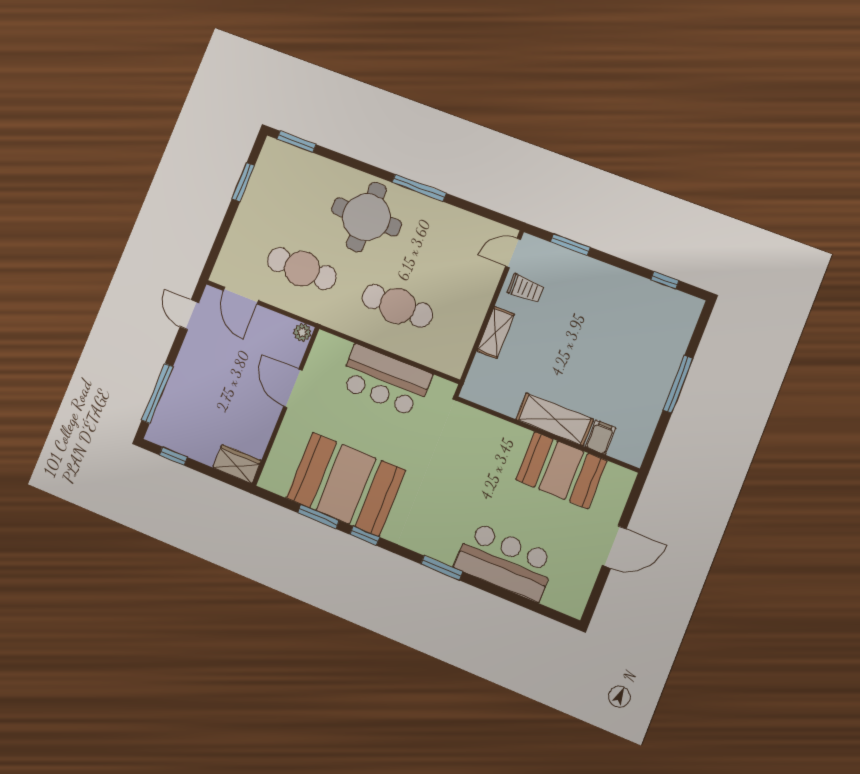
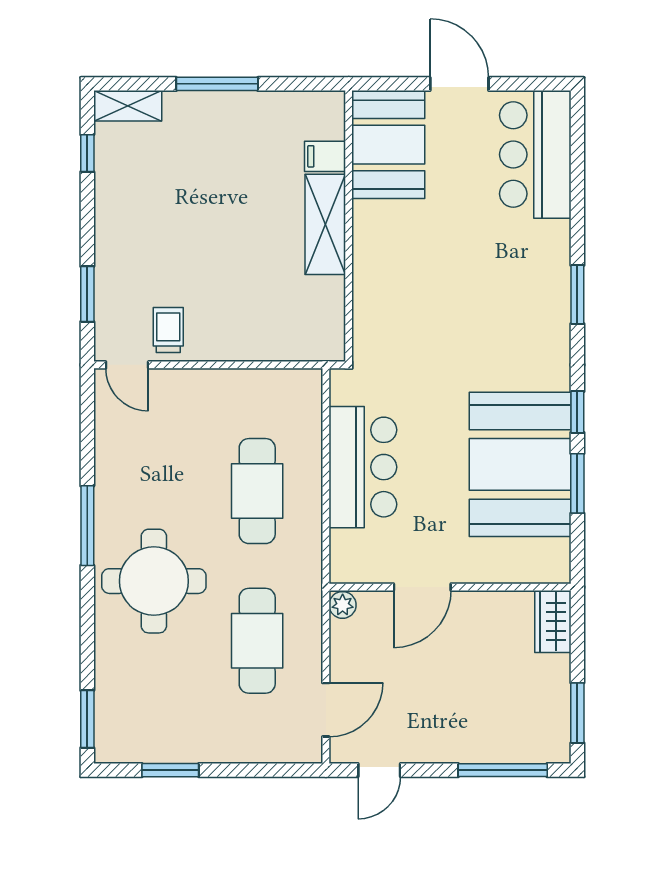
shelving: (496, 332) -> (128, 106), moved
window: (173, 456) -> (577, 713), width x1.50
booth: (561, 470) -> (388, 145), moved
bar counter: (505, 561) -> (535, 154), moved

